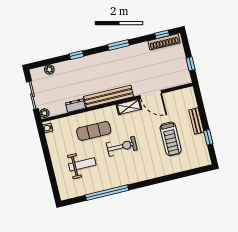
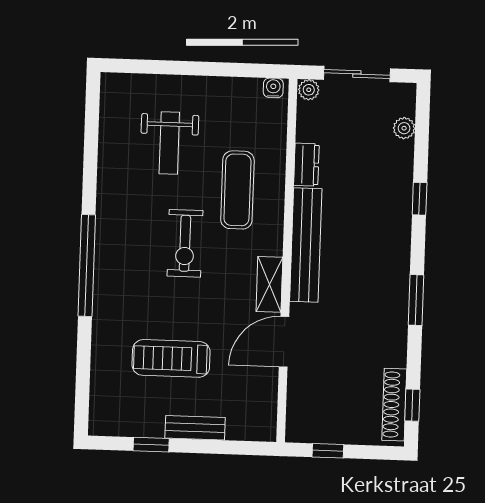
window: (107, 193) -> (87, 266), moved

